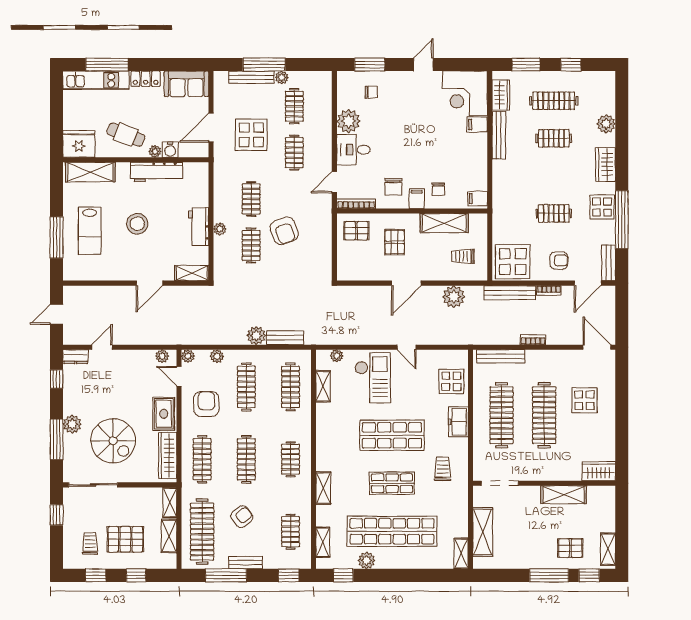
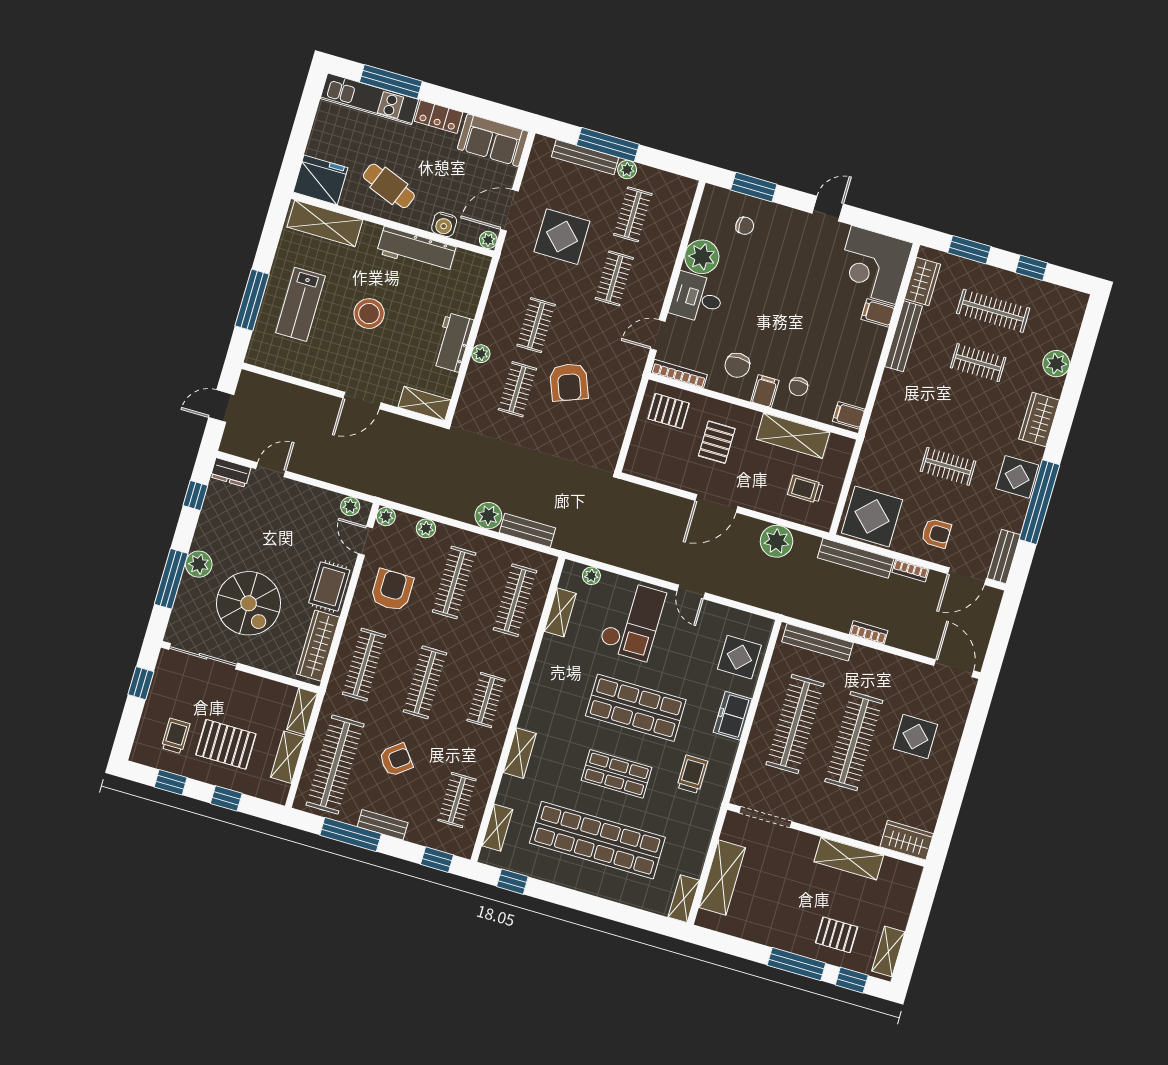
plant: (155, 151) -> (488, 240), moved
plant: (367, 560) -> (551, 870), removed

